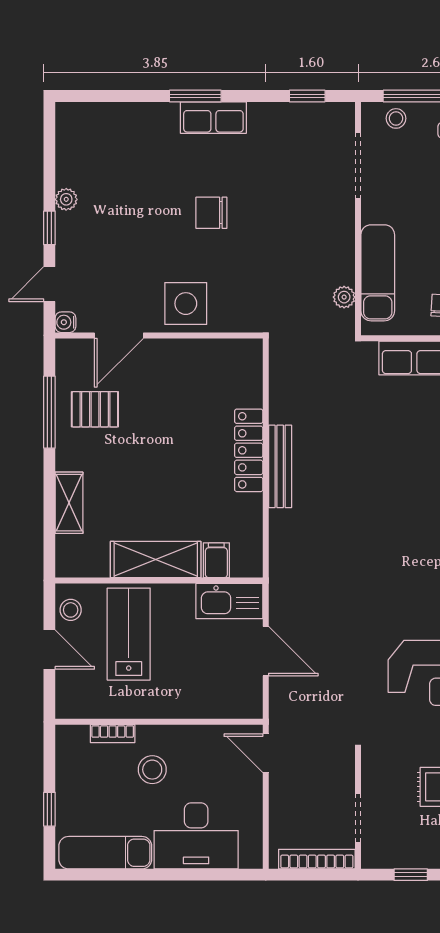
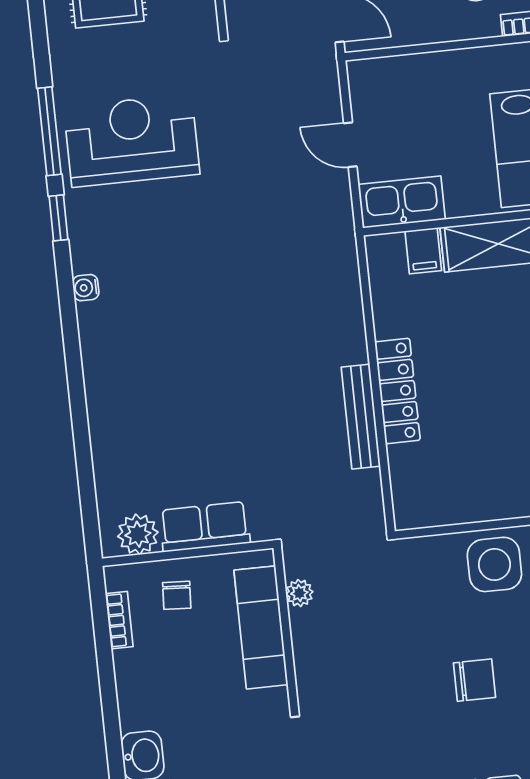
bench: (280, 466) -> (361, 417), moved
door: (266, 651) -> (350, 145), width x0.73

